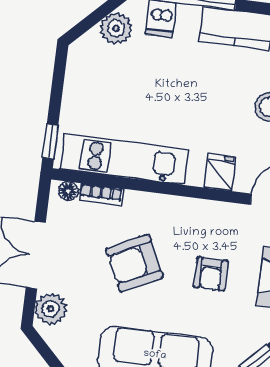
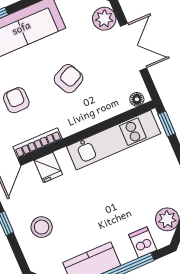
bookcase: (101, 194) -> (38, 143), moved, width x1.56
armchair: (134, 263) -> (69, 79), width x0.72, depth x0.72

